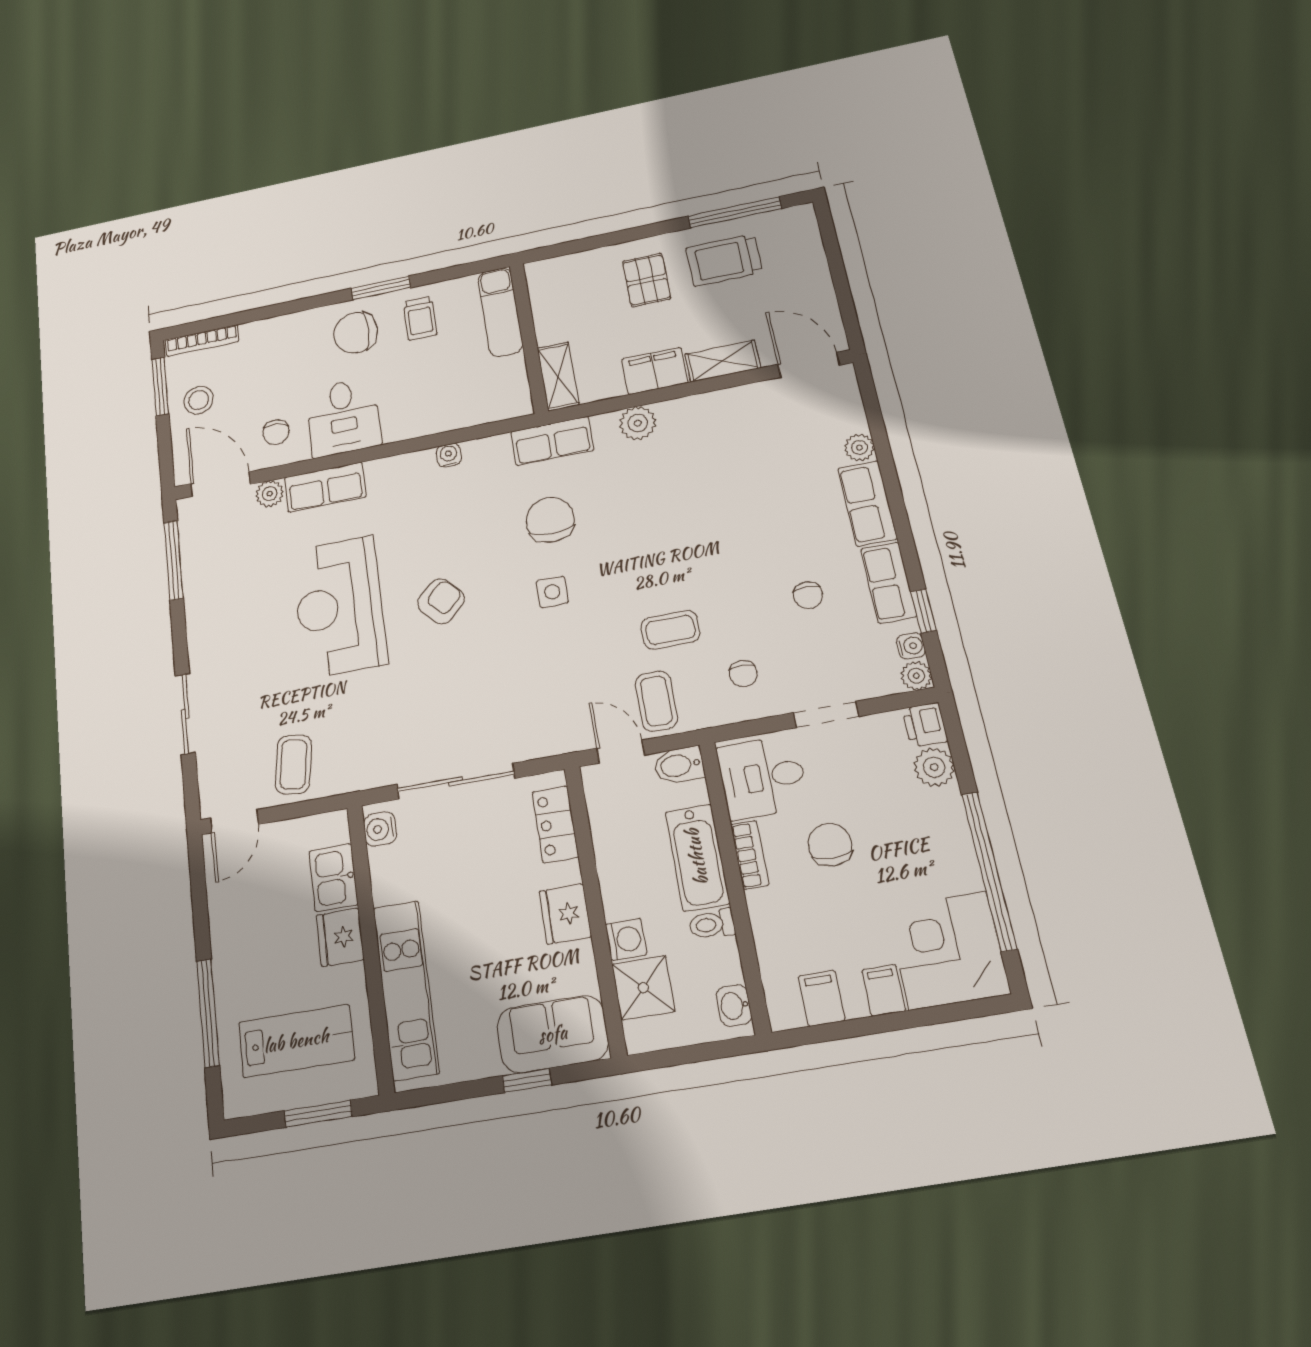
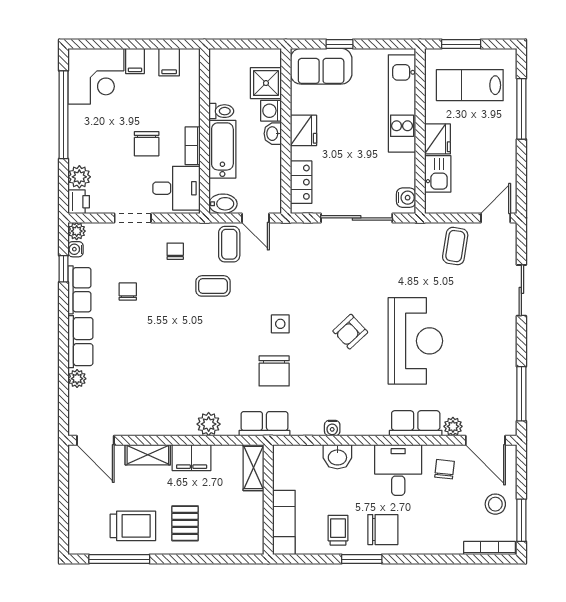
washbasin: (435, 417) -> (337, 457), added
washbasin: (734, 1006) -> (273, 134), moved, turned 180

